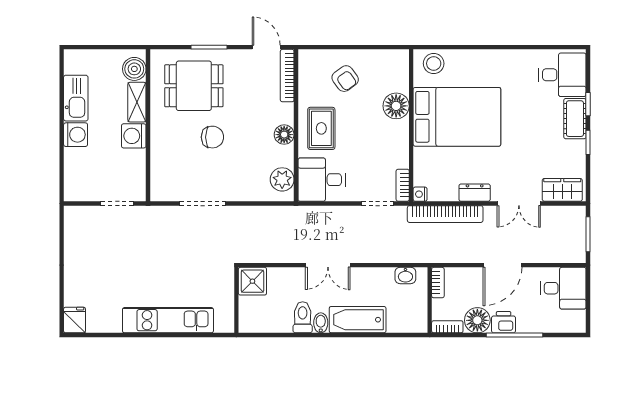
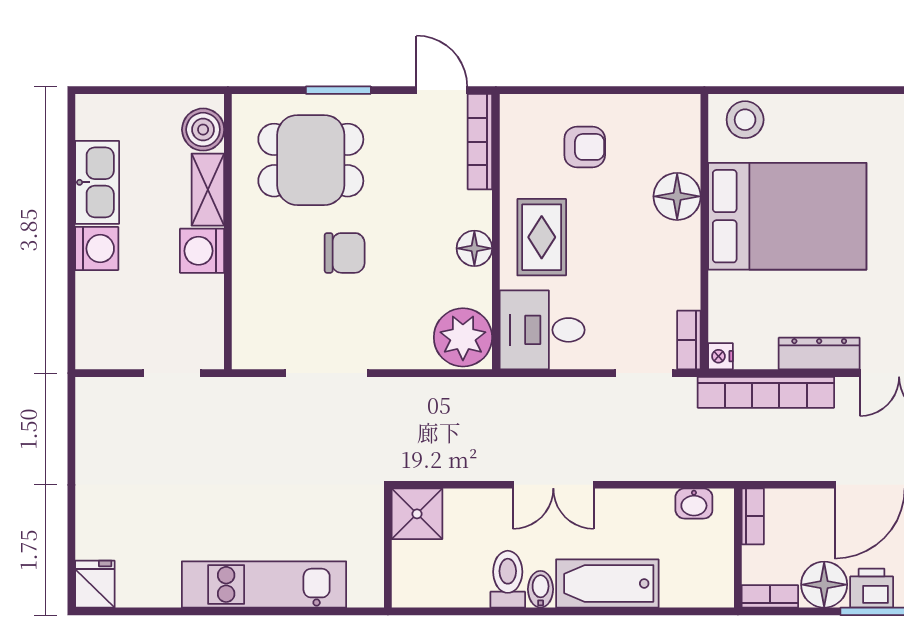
armchair: (345, 79) -> (585, 147), turned -54
plant: (282, 179) -> (463, 337), width x1.36, depth x1.36
dresser: (475, 193) -> (819, 354), width x1.44

